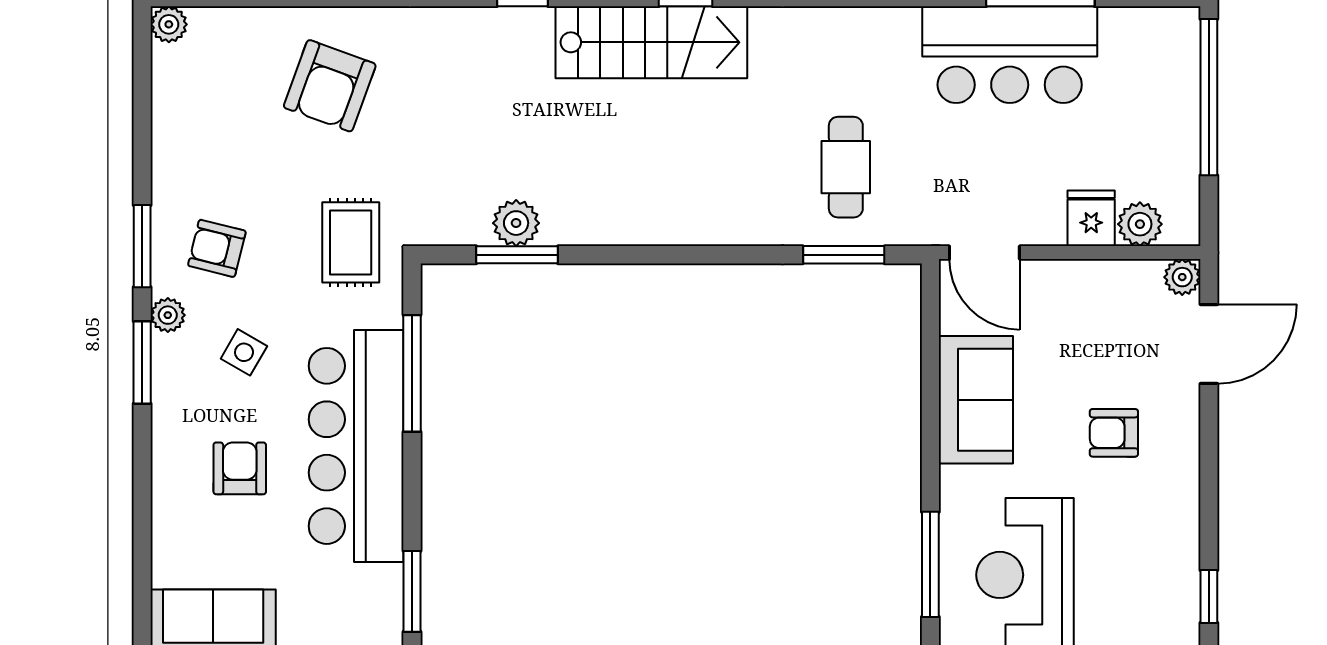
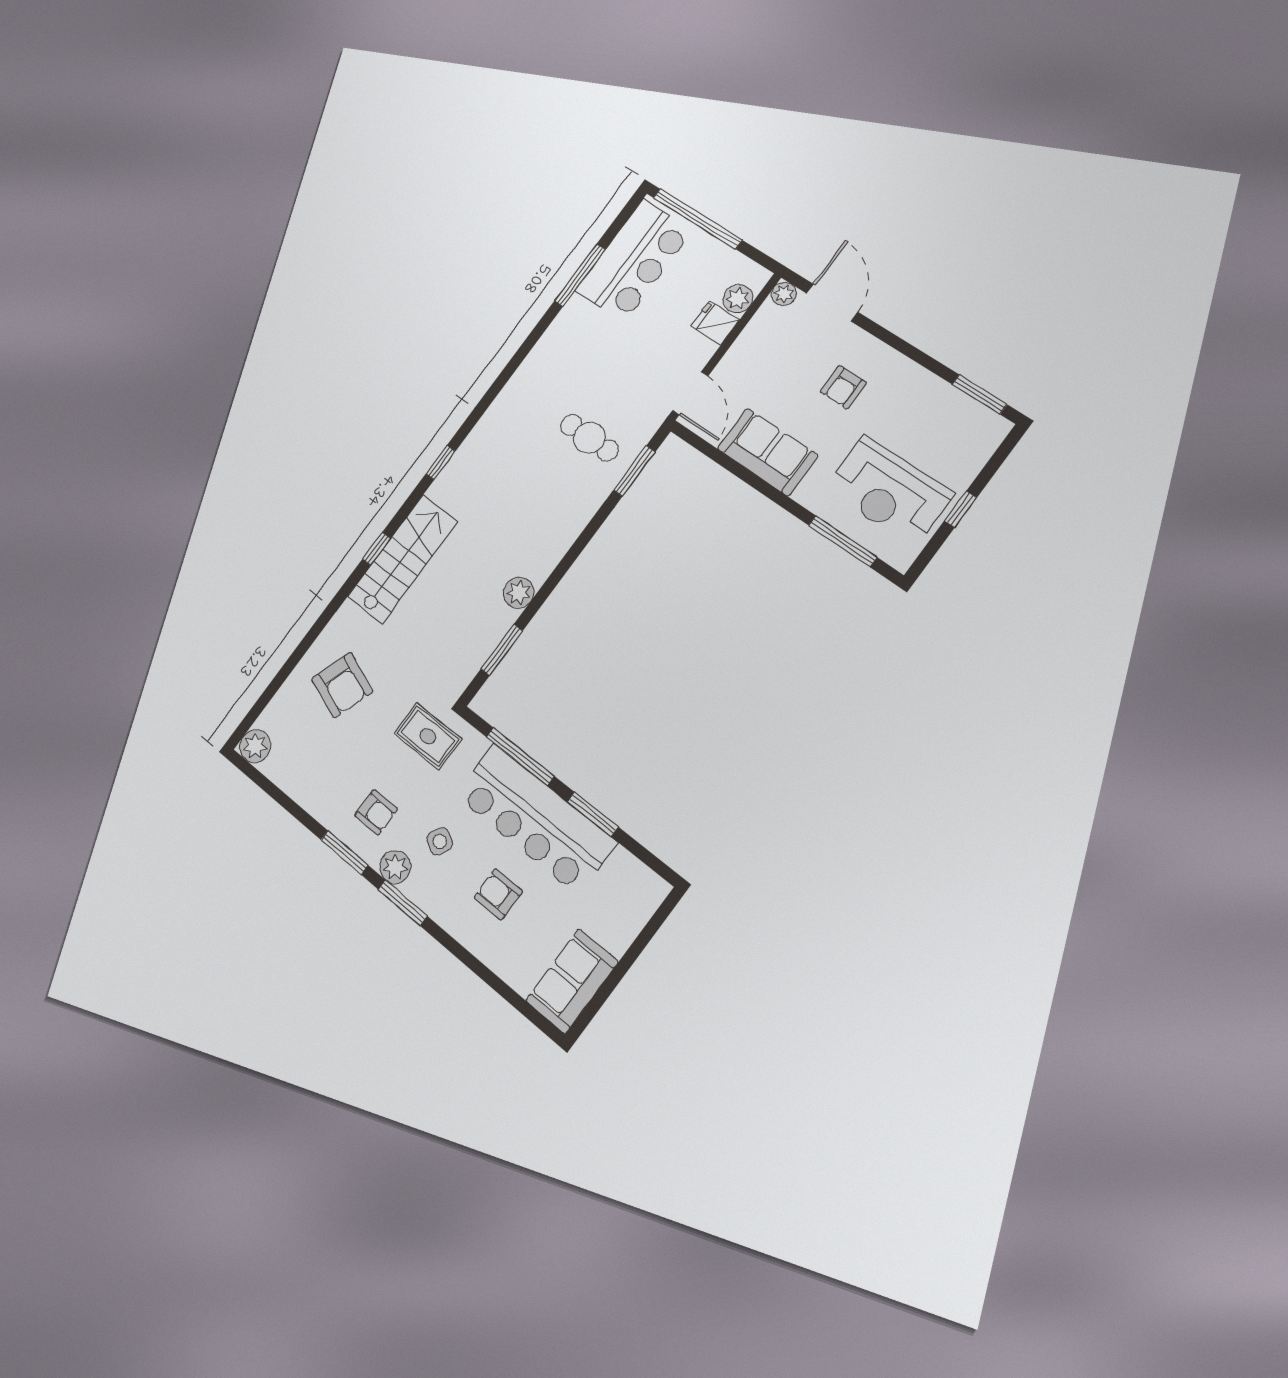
plant: (169, 24) -> (255, 746), width x1.38, depth x1.38
stairs: (651, 42) -> (403, 559), moved
bar counter: (1010, 55) -> (634, 261), moved
plant: (516, 223) -> (519, 593), moved
armchair: (217, 248) -> (376, 812), turned -104
door: (984, 253) -> (690, 393), hinge flipped
plant: (168, 315) -> (395, 867), width x1.38, depth x1.38
window: (412, 591) -> (593, 814), moved
window: (1209, 597) -> (979, 394), width x1.50

